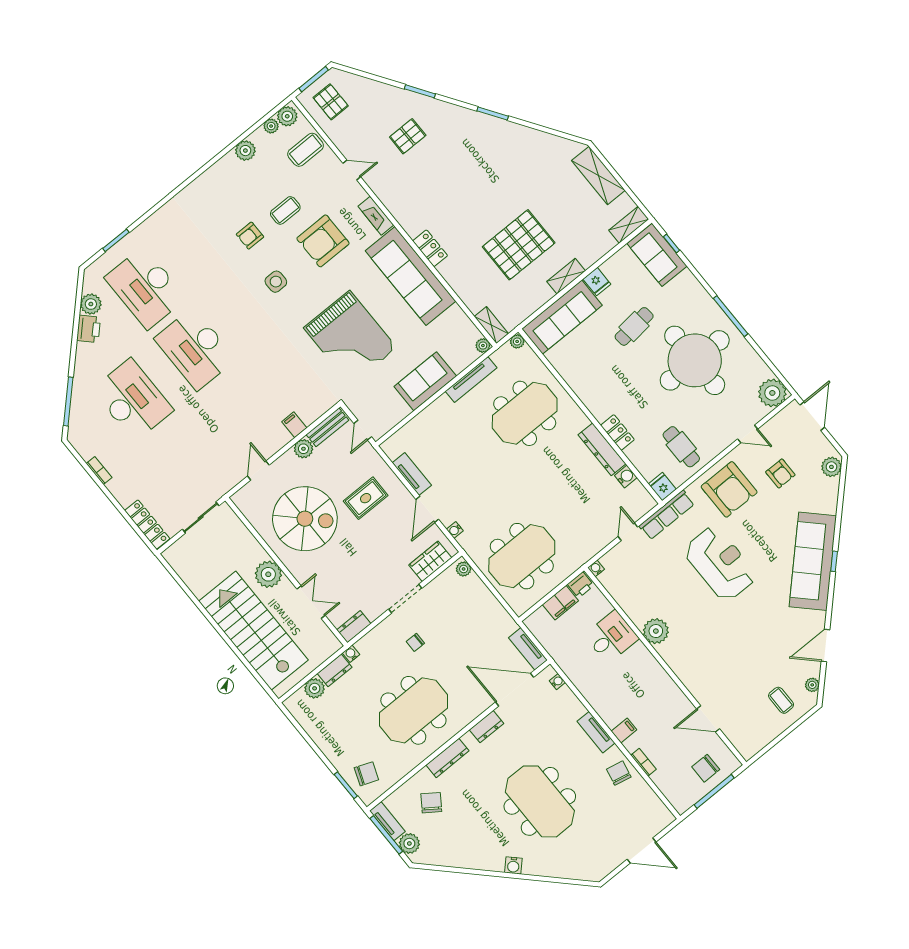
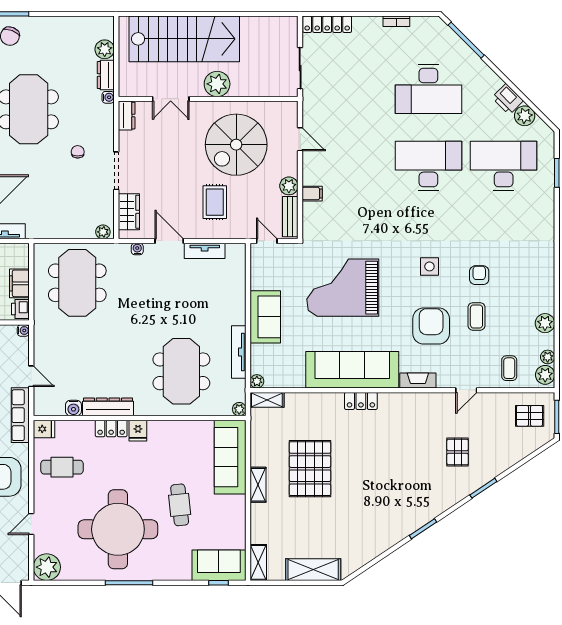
coffee table: (306, 150) -> (509, 368), width x0.73, depth x0.77
fridge: (597, 282) -> (138, 431), moved, turned -90

